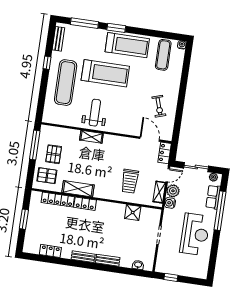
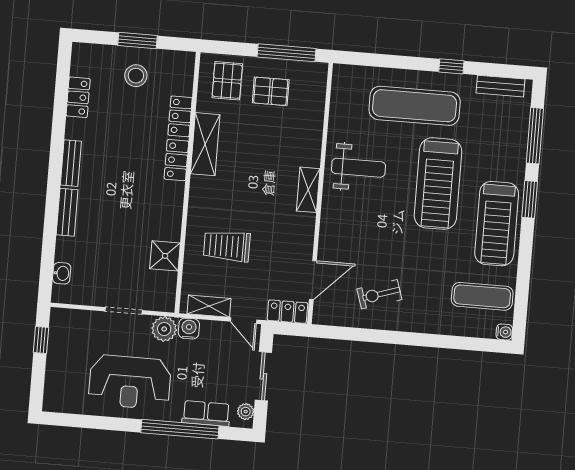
shelving: (91, 137) -> (308, 190), moved
plant: (173, 191) -> (164, 329), moved
locker: (58, 200) -> (180, 116), width x0.66
stool: (41, 221) -> (136, 76), added

